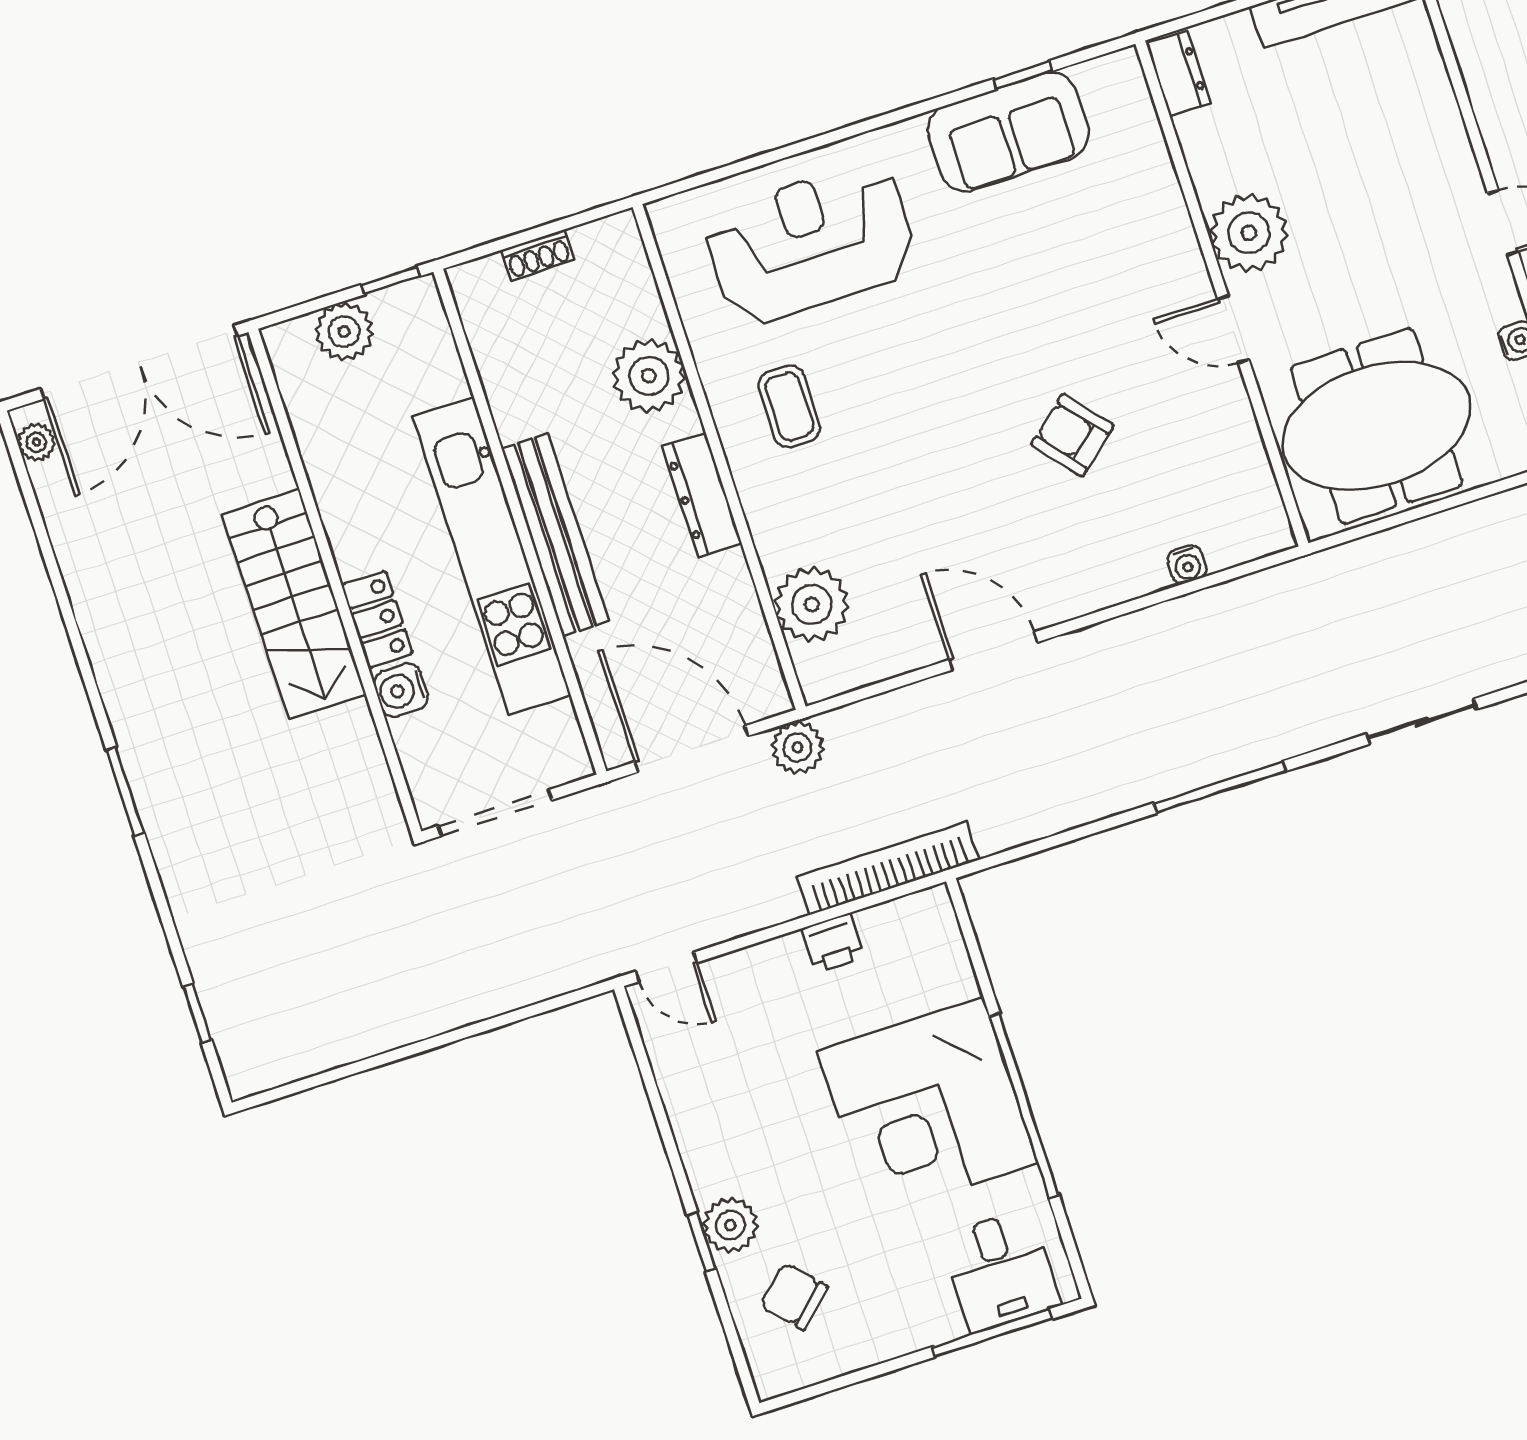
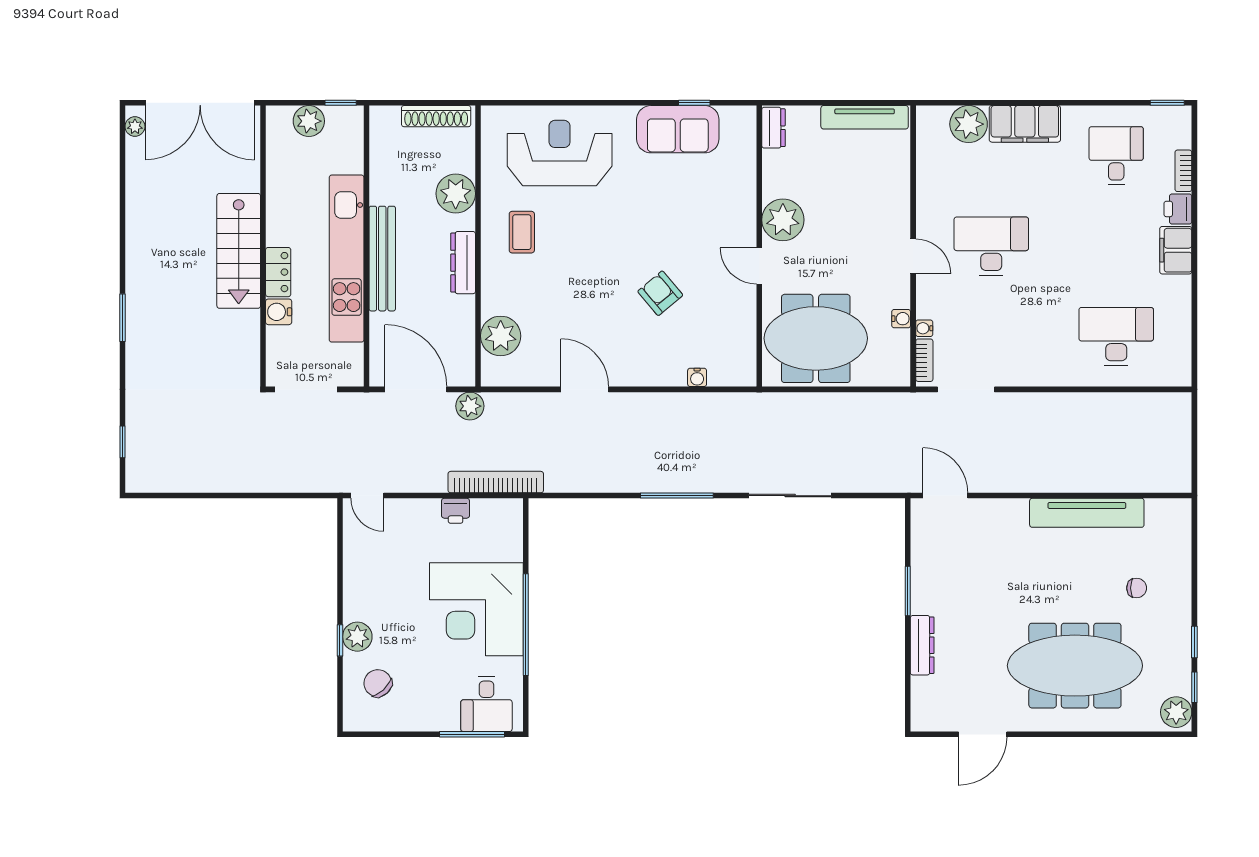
shoe rack: (538, 255) -> (436, 116), width x1.94, depth x1.24
sliding door: (1422, 721) -> (790, 496), width x1.37

